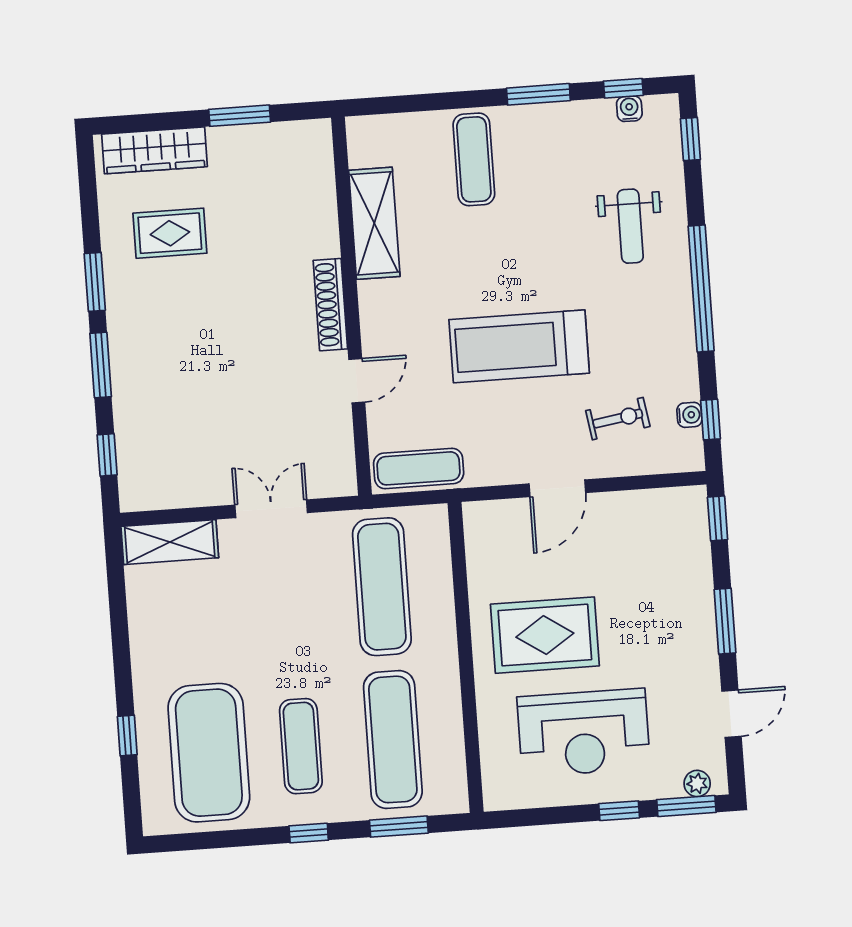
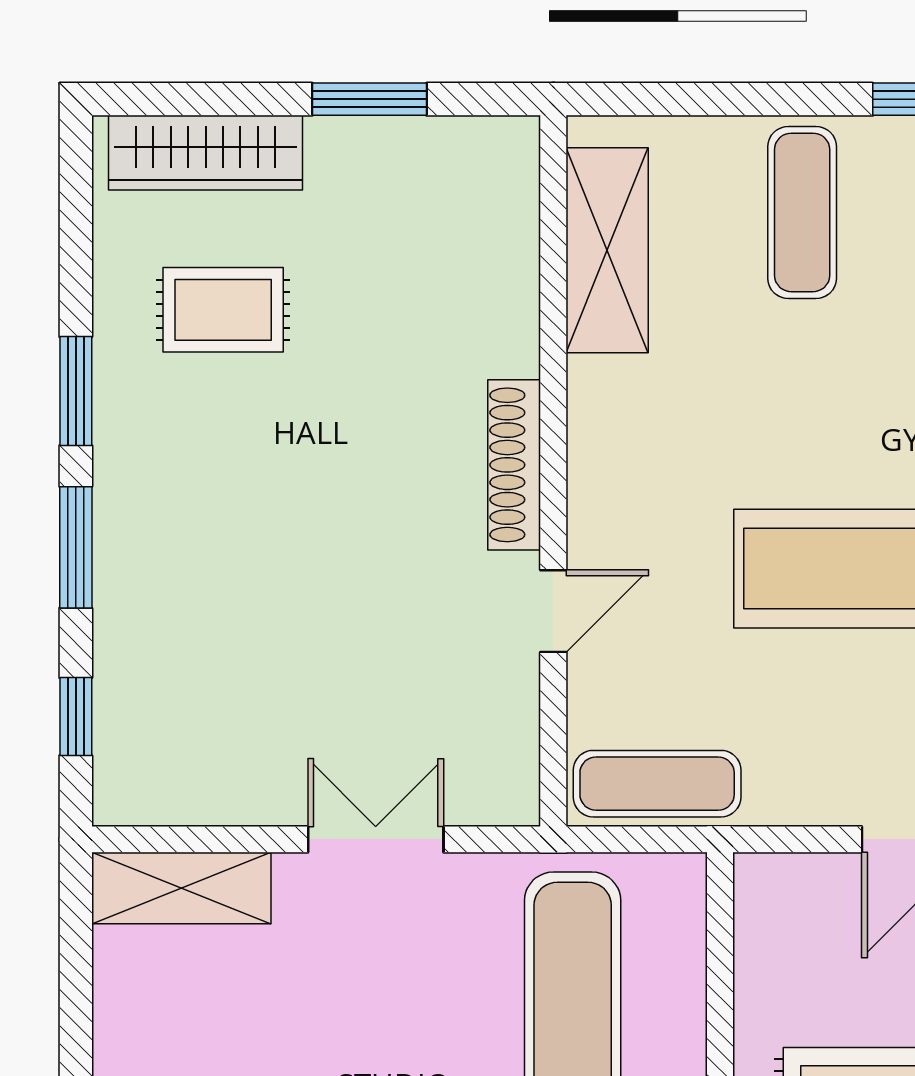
shelving: (374, 223) -> (607, 250), moved

